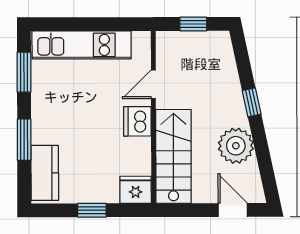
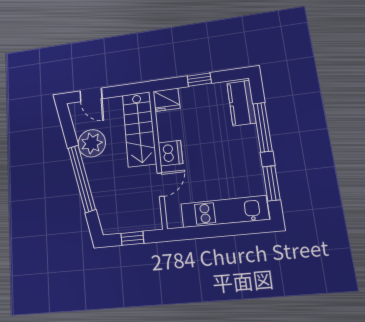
window: (252, 102) -> (82, 178), width x3.17
window: (24, 140) -> (263, 127), width x1.44

